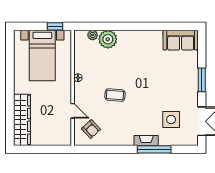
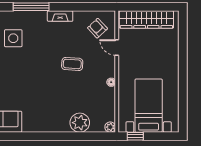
plant: (93, 35) -> (110, 127), moved
wardrobe: (22, 120) -> (146, 20), moved, turned -90
fireplace: (146, 141) -> (60, 16), moved

